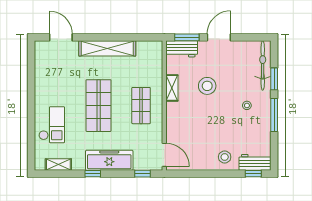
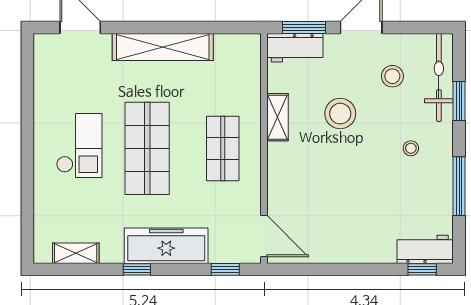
window: (274, 115) -> (459, 186), moved
checkout: (52, 125) -> (79, 146), moved
stool: (225, 157) -> (392, 76), moved

